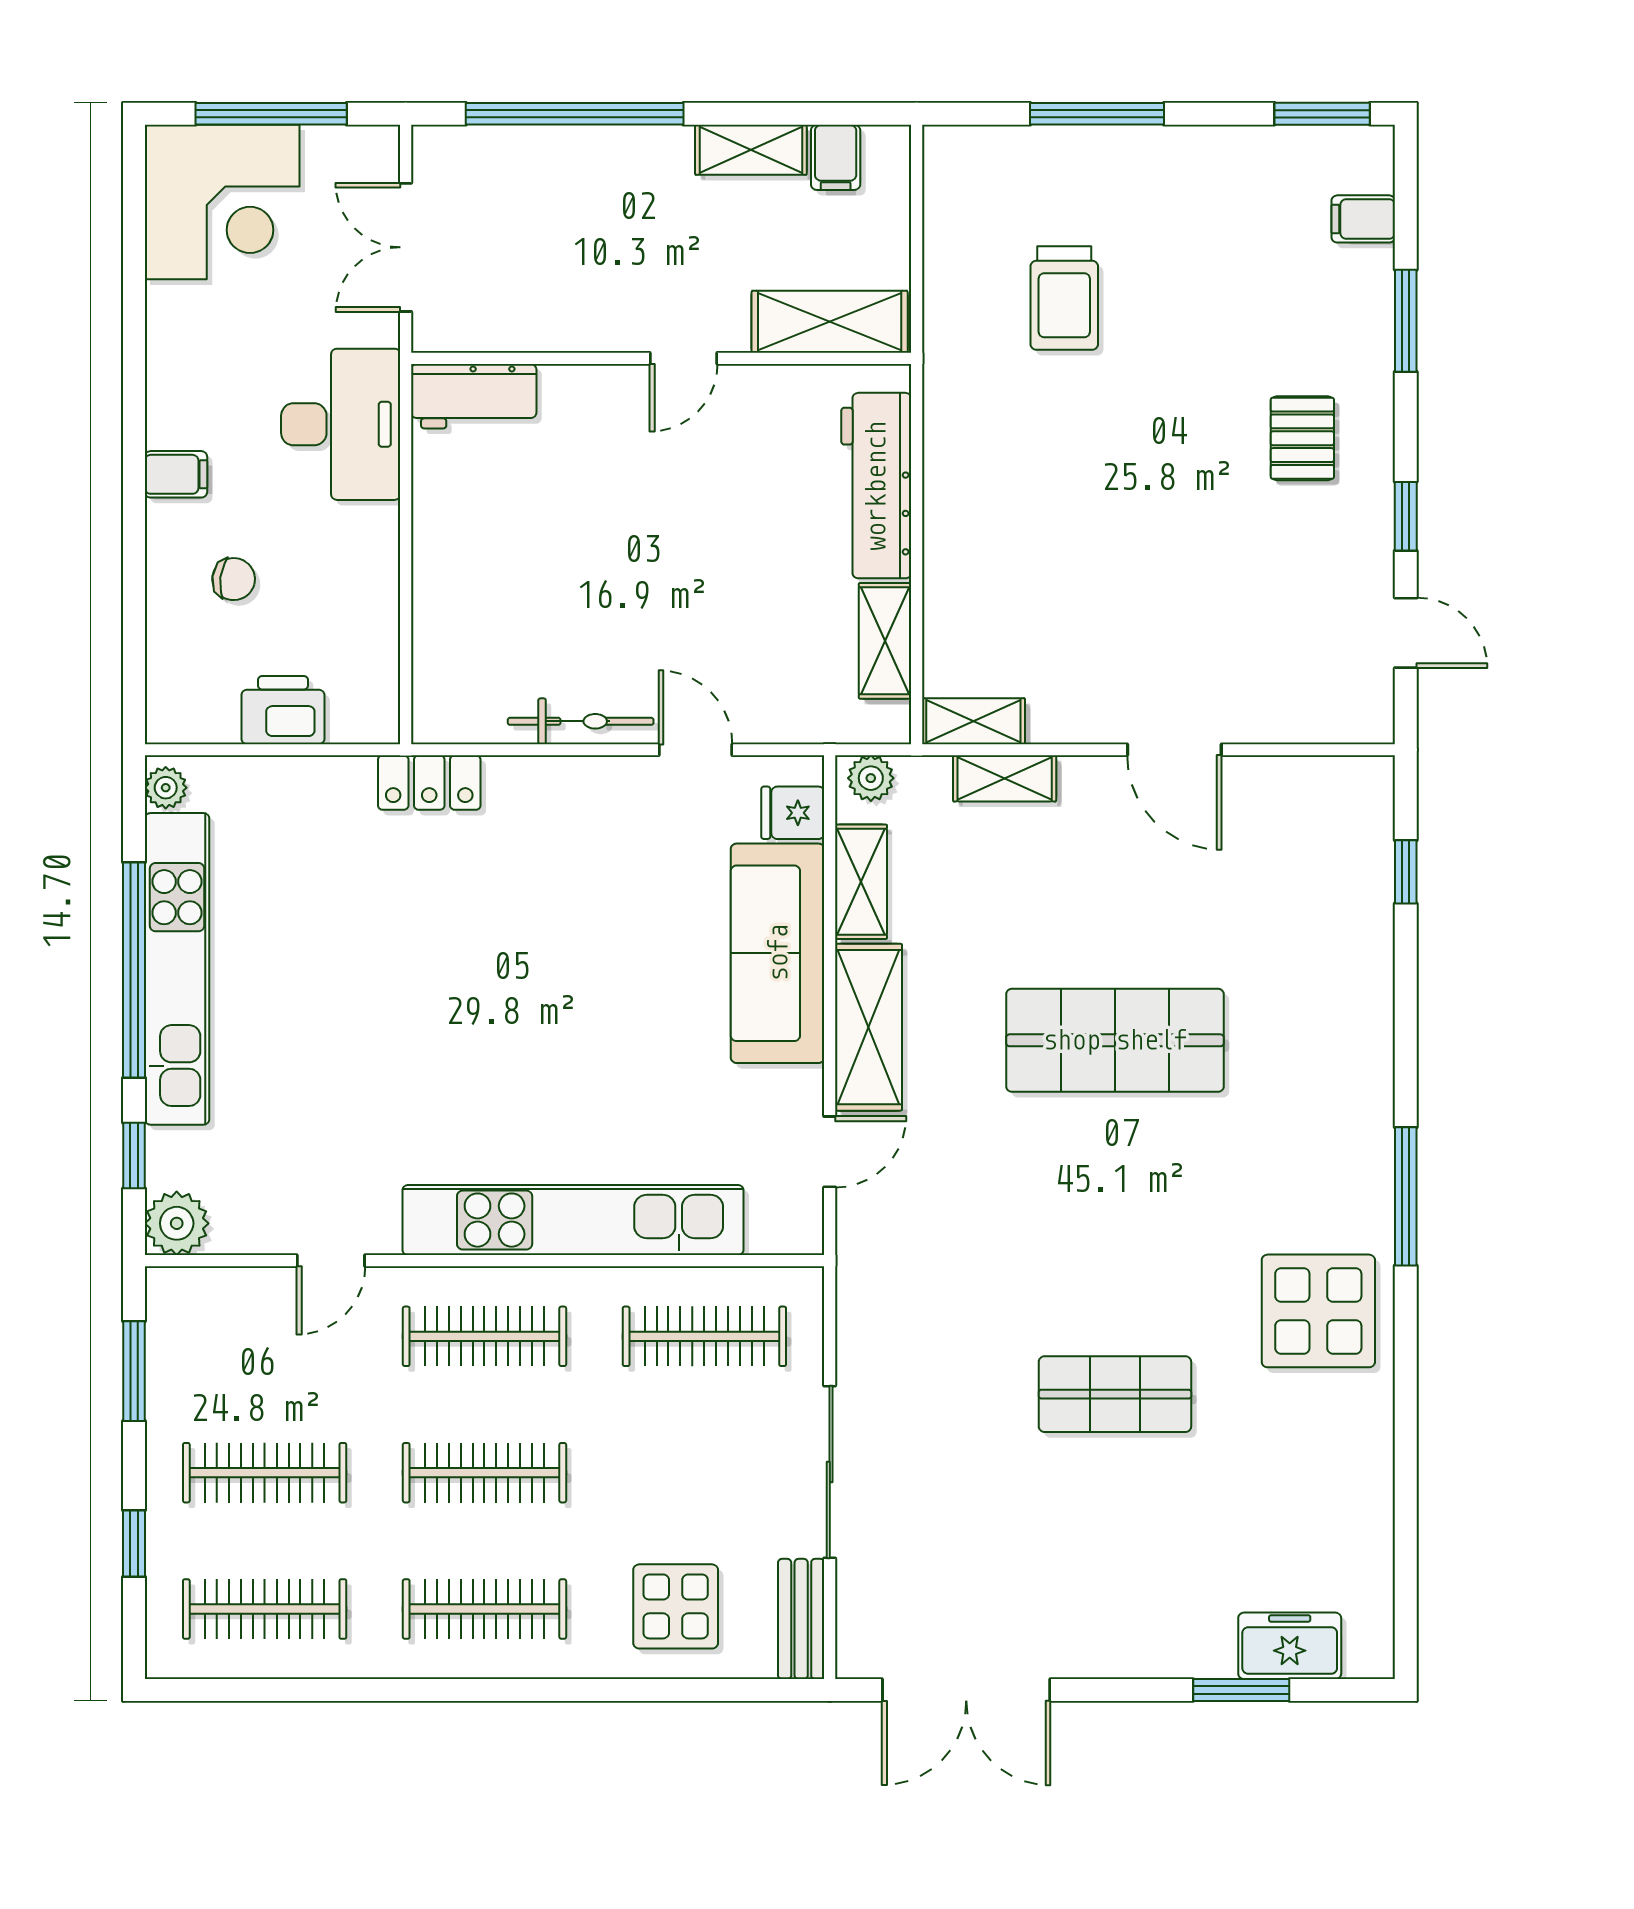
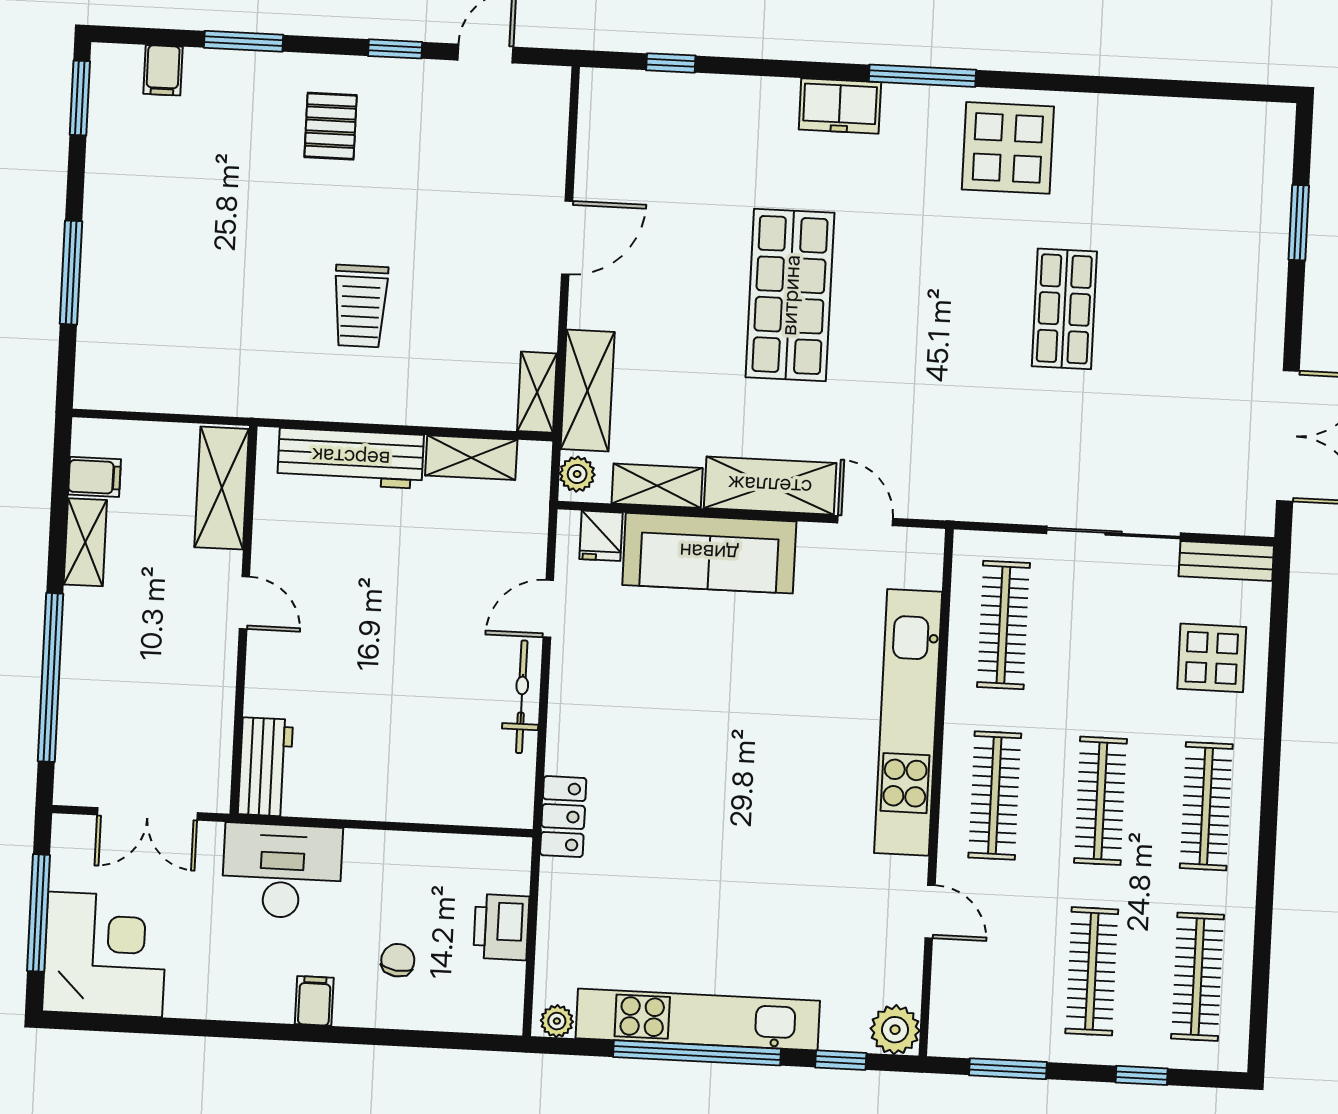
trolley: (1064, 298) -> (360, 306), moved, turned 90
pallet: (1302, 438) -> (331, 126), turned 90
shelving: (1005, 778) -> (588, 391), width x1.50, depth x1.33
freezer: (1290, 1646) -> (840, 106), moved, turned -90

